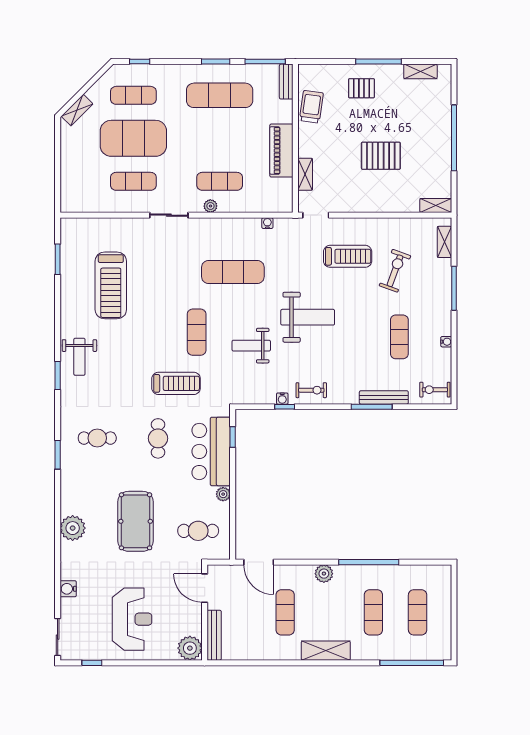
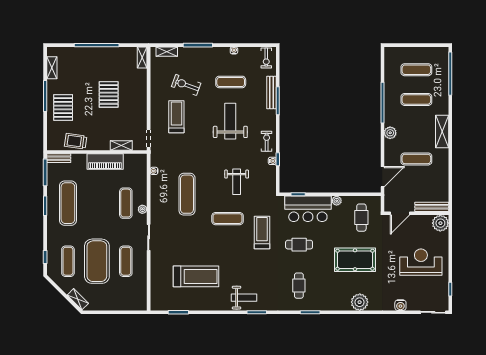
pallet: (361, 88) -> (63, 107), width x1.50, depth x1.42
weight bench: (308, 317) -> (230, 121), moved

